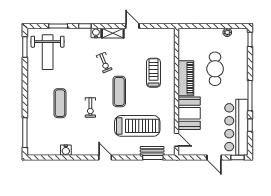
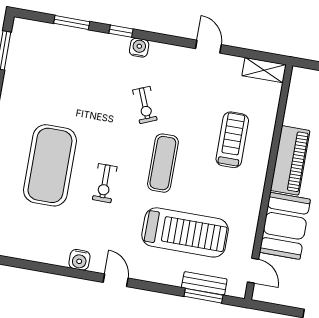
shelving: (113, 33) -> (264, 70), moved
weight bench: (48, 52) -> (44, 67), removed
exercise mat: (60, 103) -> (50, 165), width x2.00, depth x1.45
water cooler: (66, 150) -> (79, 260), moved

